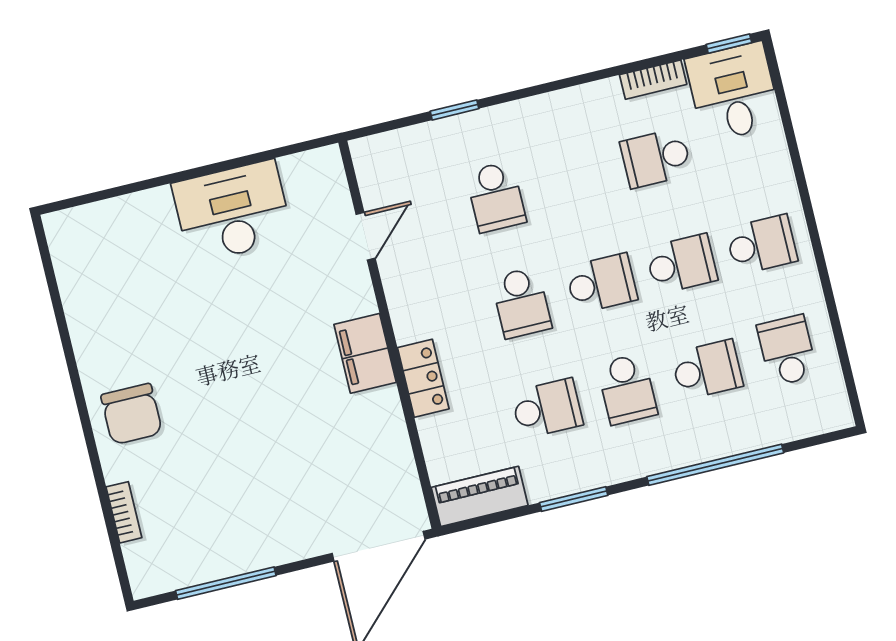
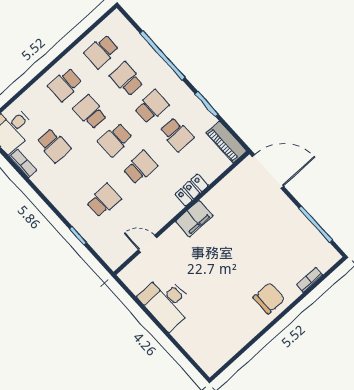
school desk: (762, 245) -> (65, 85), turned -90
school desk: (601, 283) -> (115, 140), turned -90
school desk: (547, 409) -> (177, 134), turned 180

